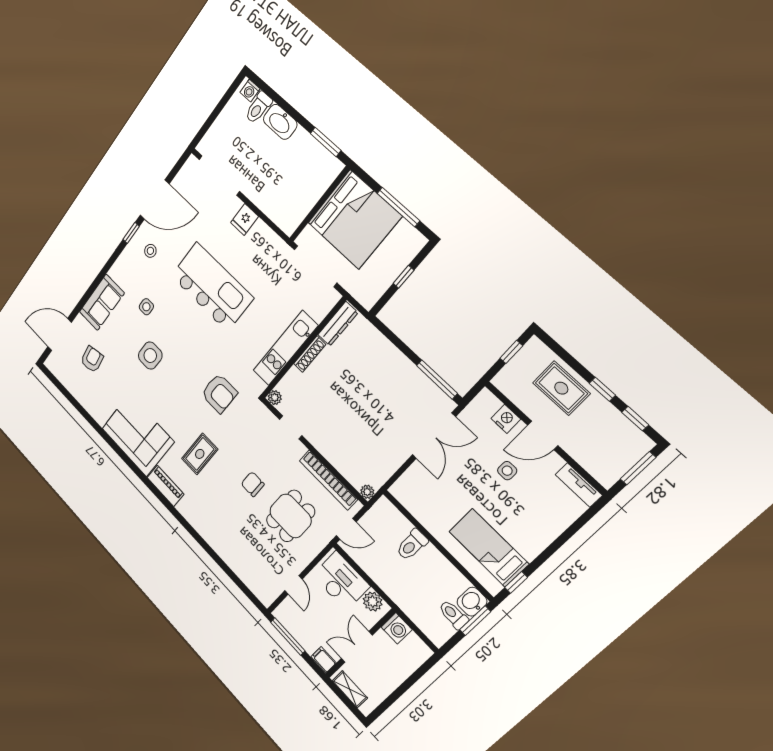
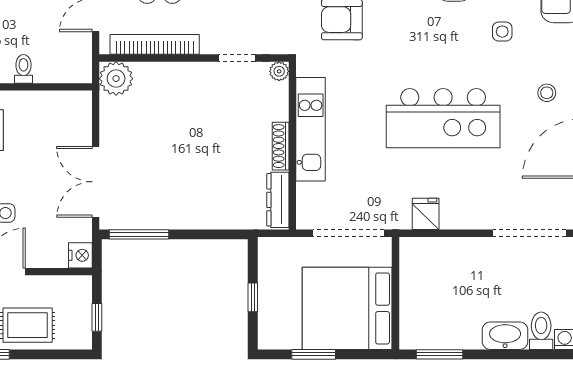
window: (398, 207) -> (314, 354), width x0.69
fridge: (245, 219) -> (426, 214), moved
nightstand: (506, 419) -> (80, 255), moved, turned -90
plant: (367, 492) -> (116, 79), width x1.88, depth x1.88
toilet: (412, 545) -> (23, 69), width x0.73, depth x0.72

